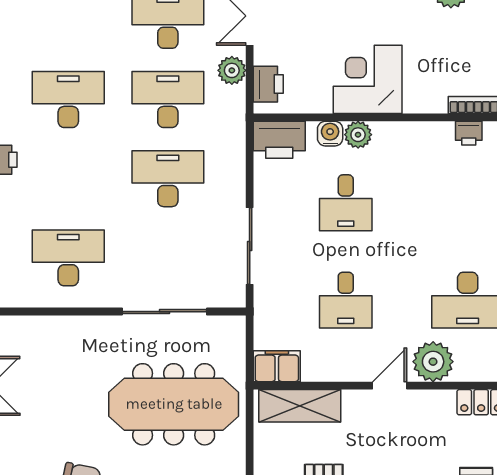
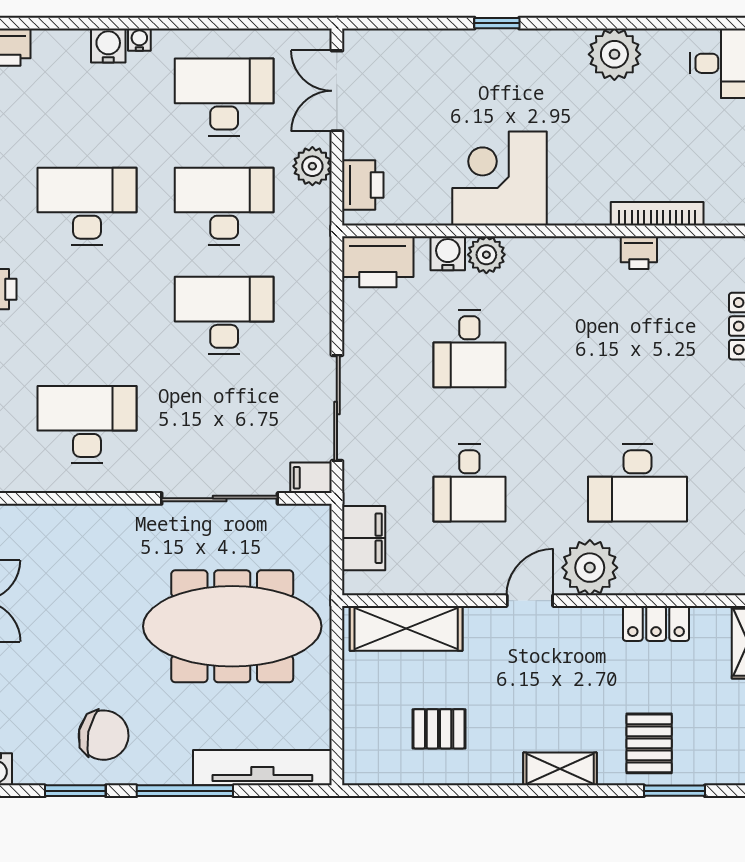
filing cabinet: (231, 296) -> (311, 478), added
filing cabinet: (277, 366) -> (364, 538), moved, turned 90

